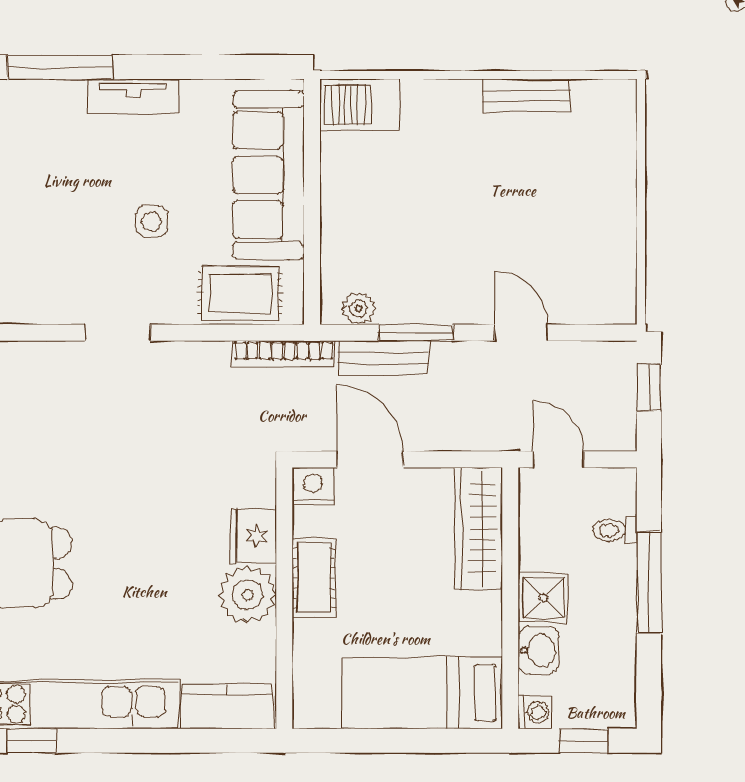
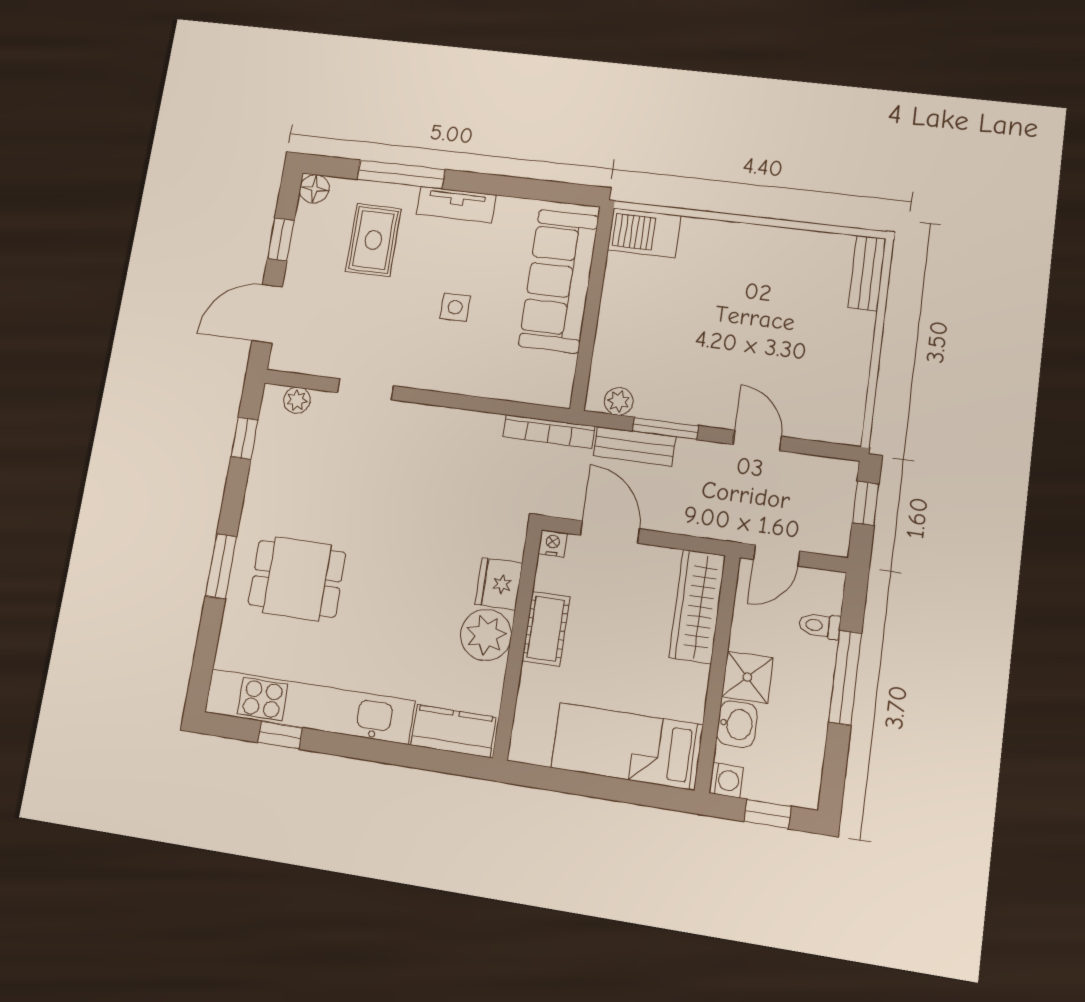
bench: (526, 96) -> (867, 273), moved, turned 90
rug: (240, 293) -> (373, 240), moved, turned 90
doorway: (118, 333) -> (366, 389), moved
door: (558, 459) -> (776, 555), swing flipped
nightstand: (313, 486) -> (553, 543), width x0.72, depth x0.74

